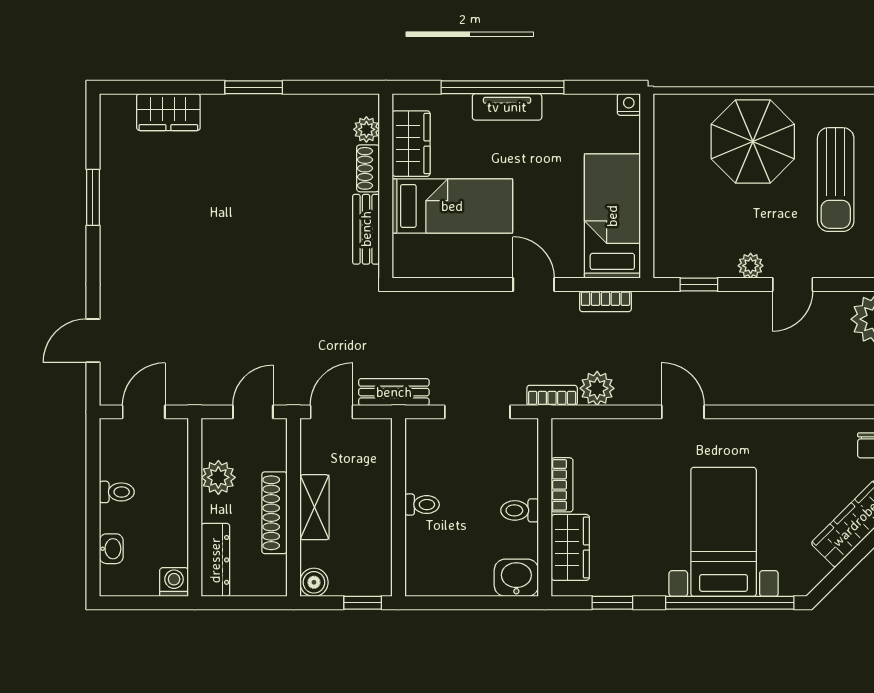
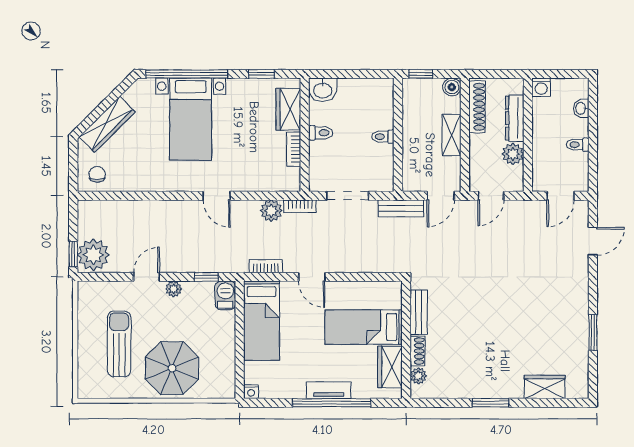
barbecue: (669, 256) -> (225, 295), added
shoe rack: (274, 513) -> (477, 107), moved
dresser: (215, 560) -> (515, 118), moved

